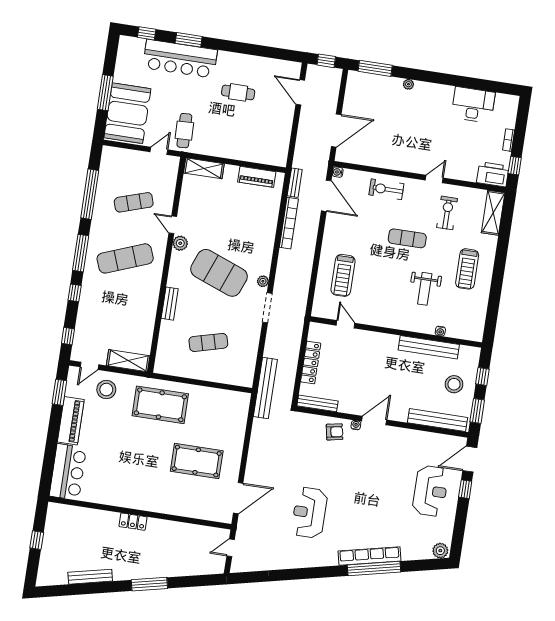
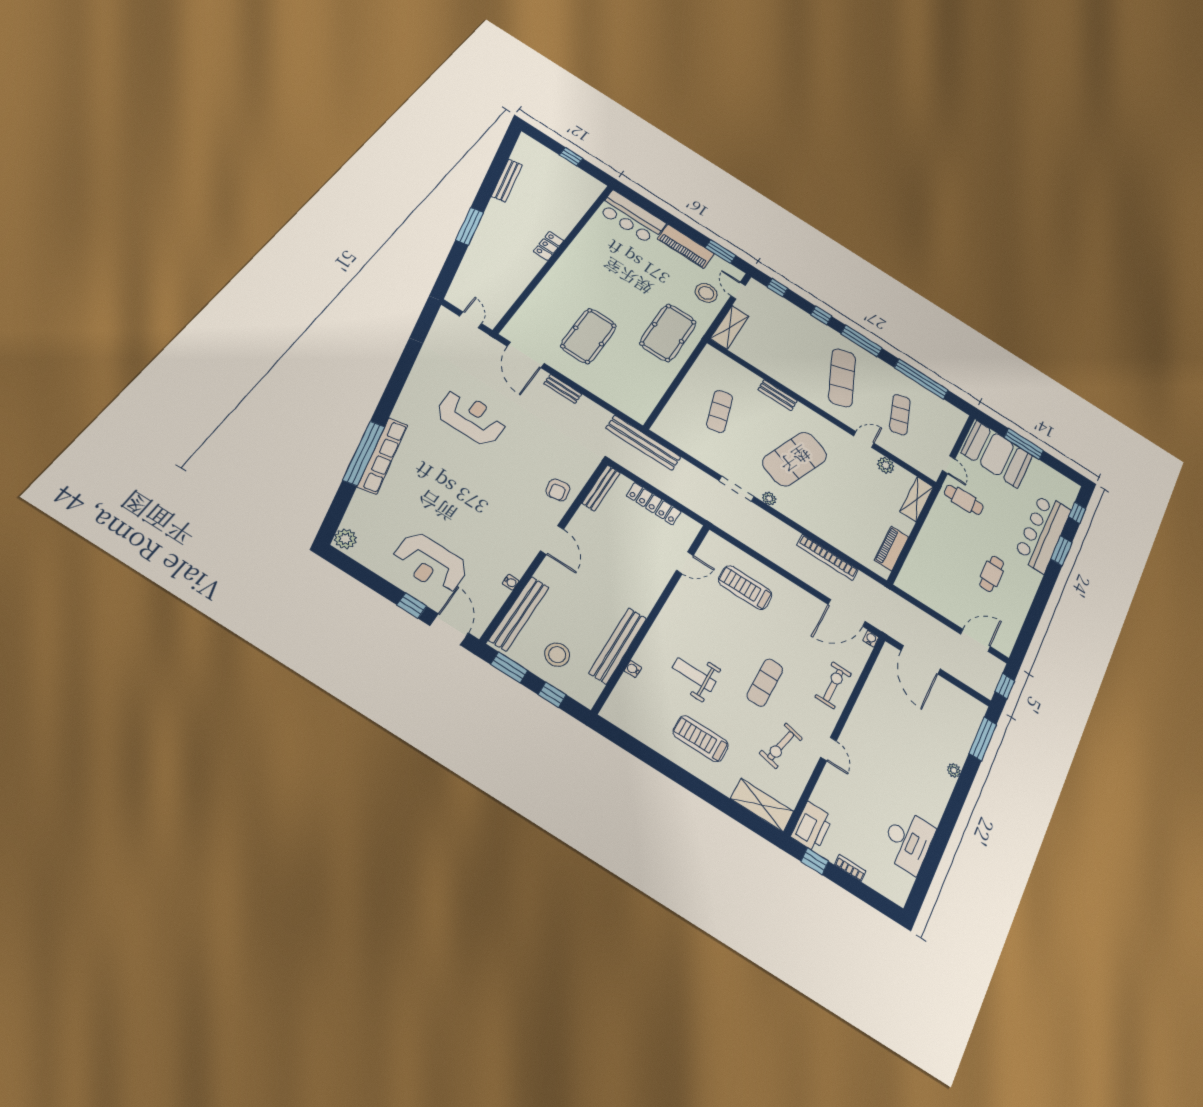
bench: (295, 183) -> (563, 389), moved
exercise bike: (447, 213) -> (781, 746), turned 103
plant: (180, 243) -> (886, 465), moved
water cooler: (356, 425) -> (511, 582), moved

